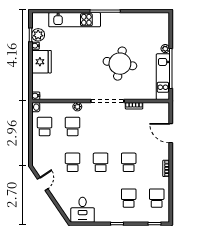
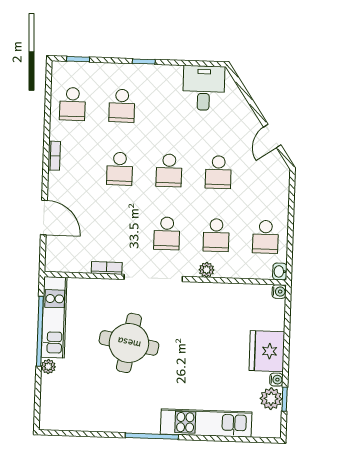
school desk: (101, 127) -> (167, 233), added

